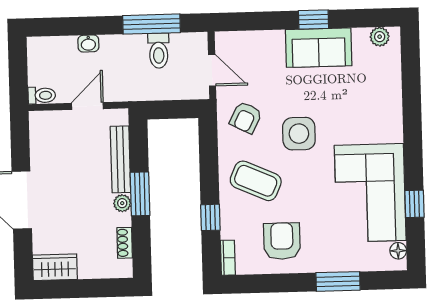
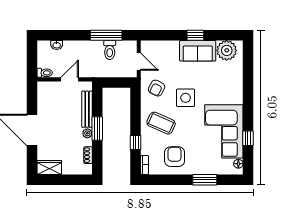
plant: (380, 37) -> (227, 50), width x1.88, depth x1.88
washbasin: (88, 43) -> (57, 45), moved

